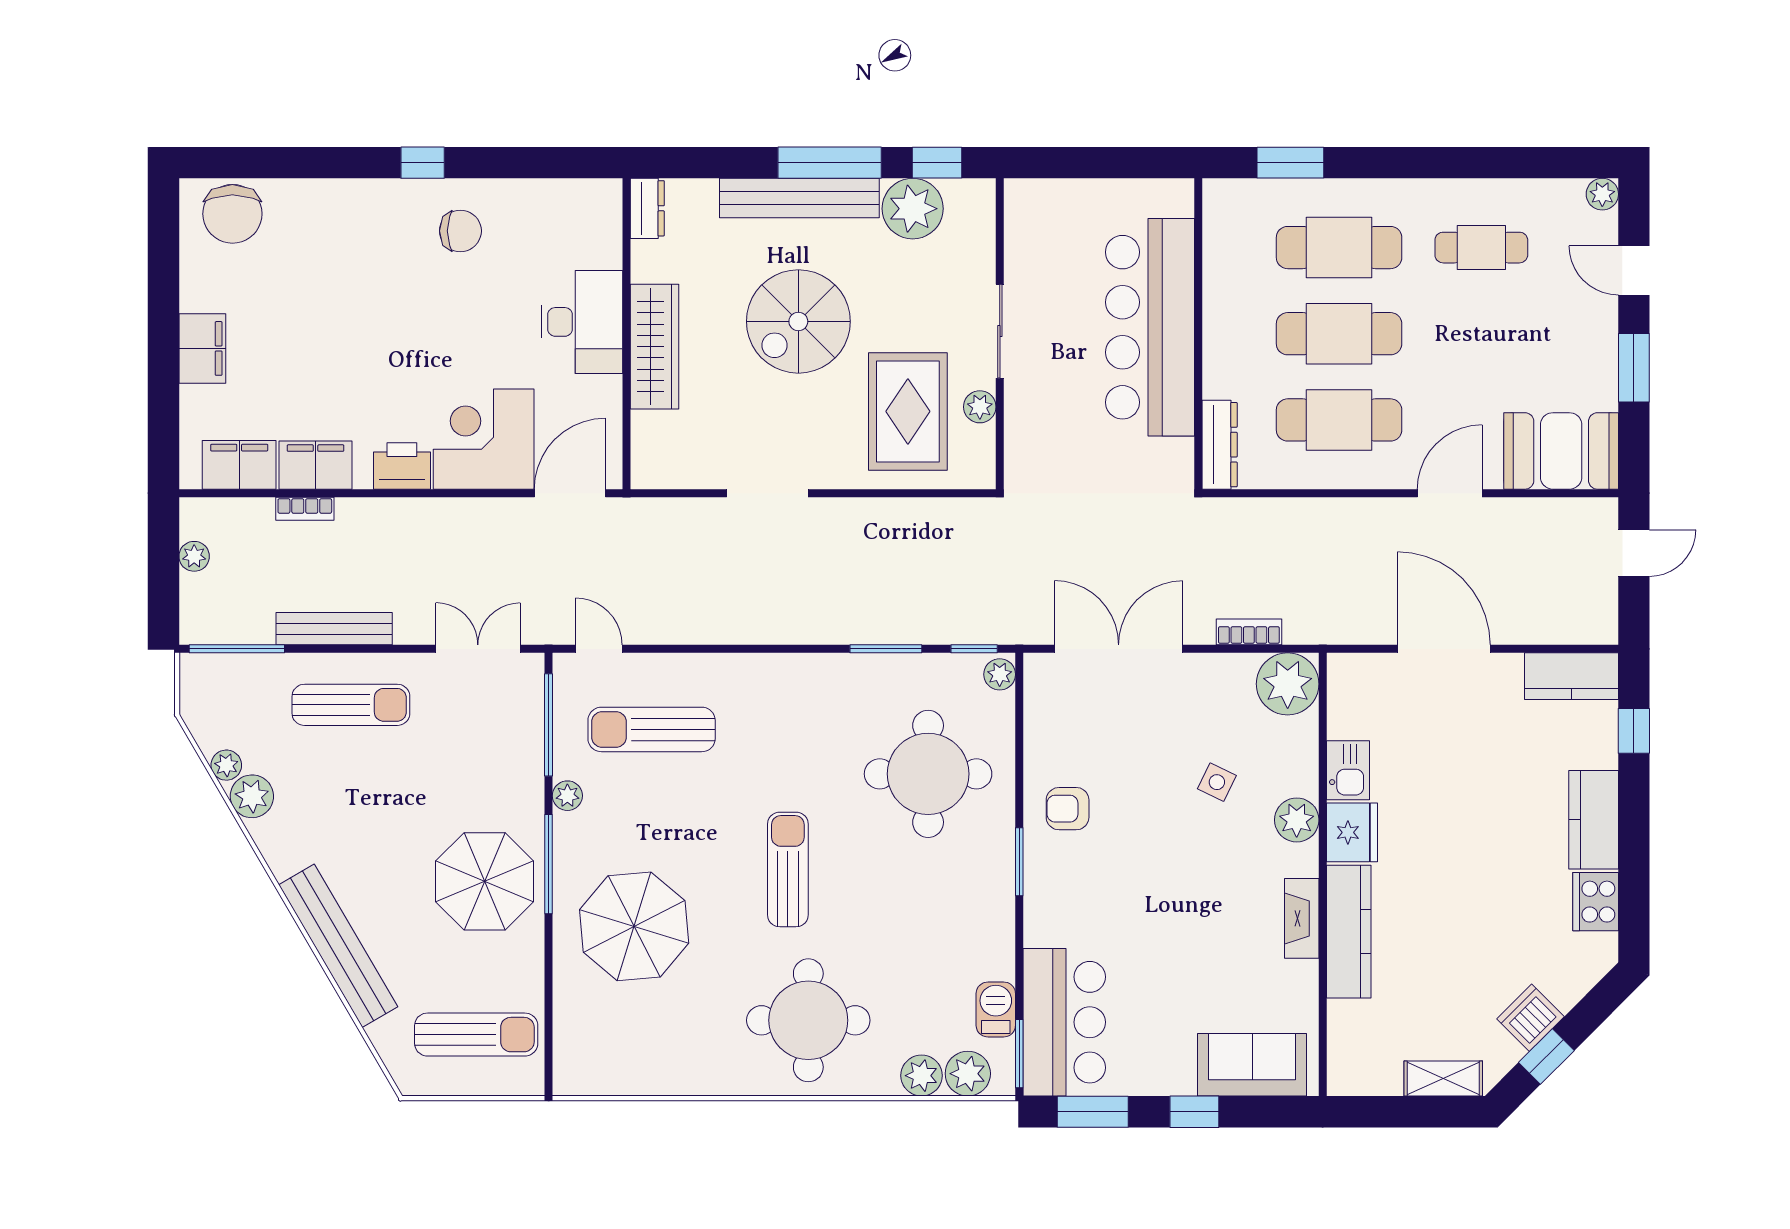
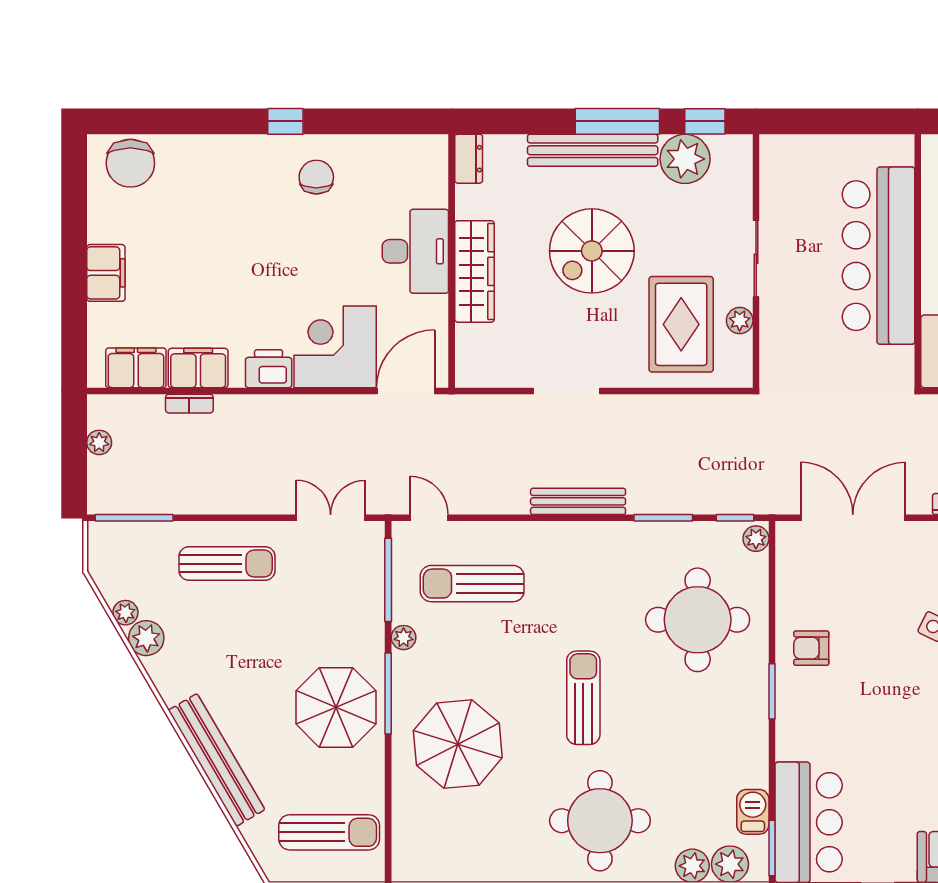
chair: (460, 231) -> (316, 177), turned -90
bench: (334, 629) -> (578, 501), moved

